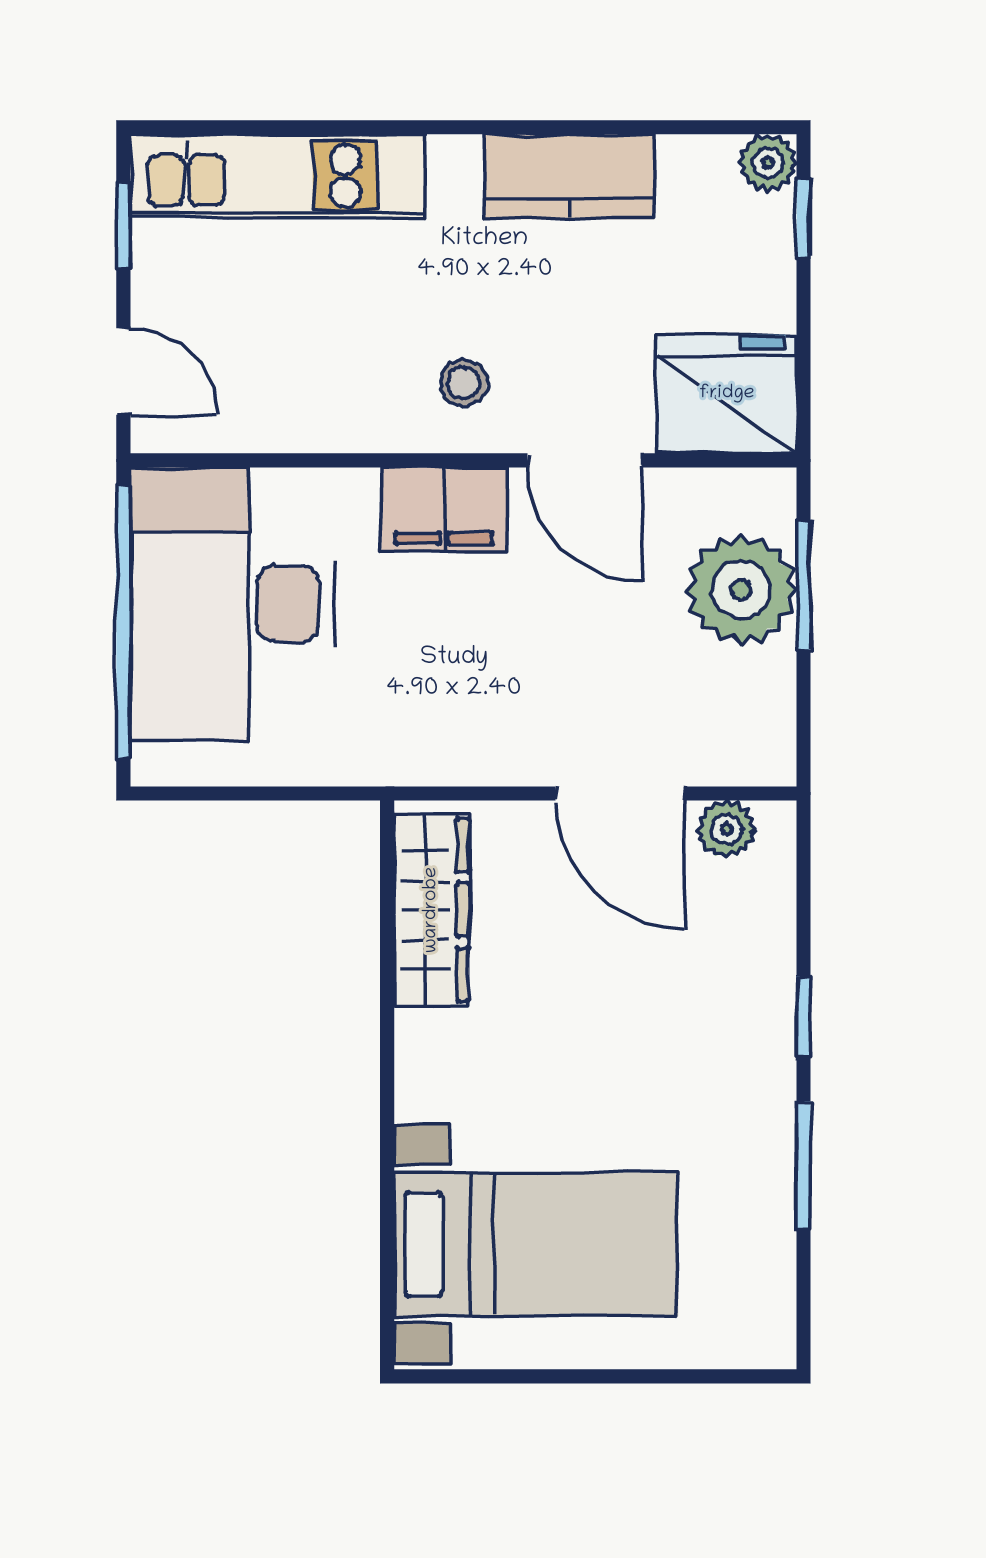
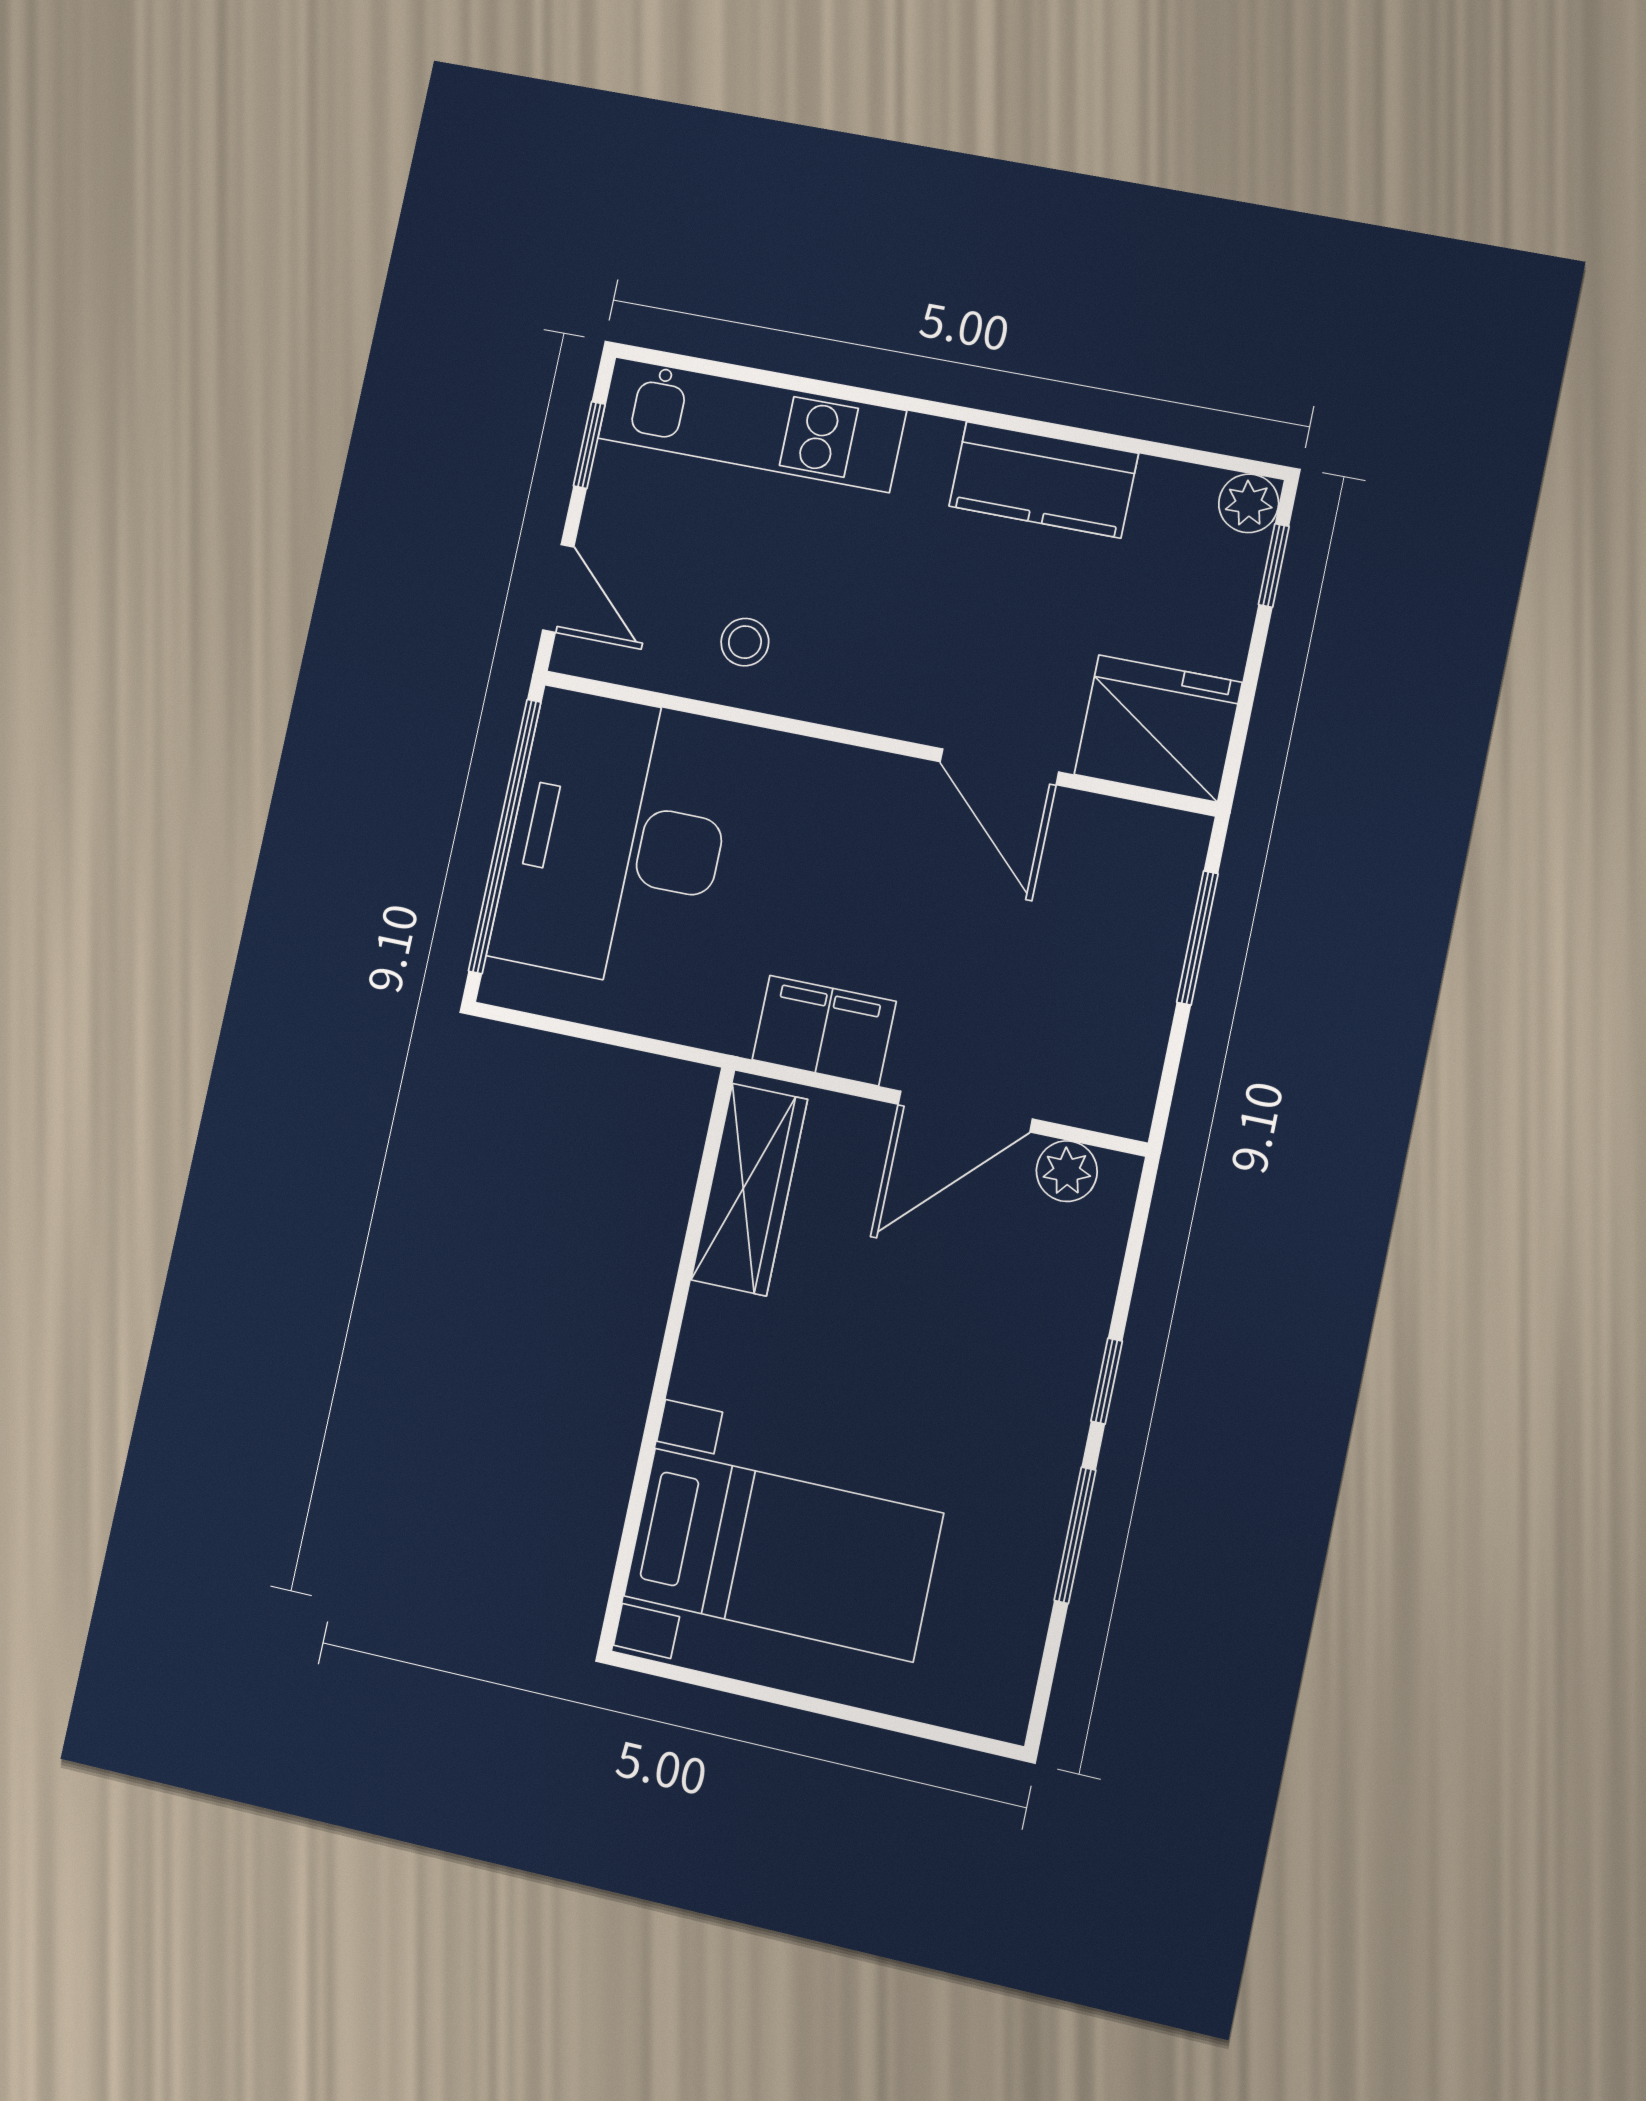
stool: (464, 383) -> (745, 642), moved
filing cabinet: (444, 509) -> (824, 1031), moved, turned 180
plant: (741, 590) -> (1132, 930), removed
door: (620, 793) -> (965, 1112), hinge flipped

